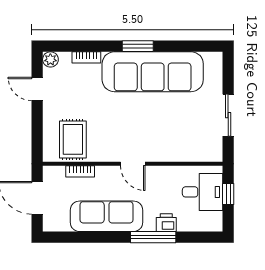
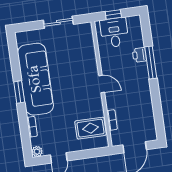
door: (133, 164) -> (102, 84), hinge flipped
sofa: (107, 216) -> (141, 97), removed

